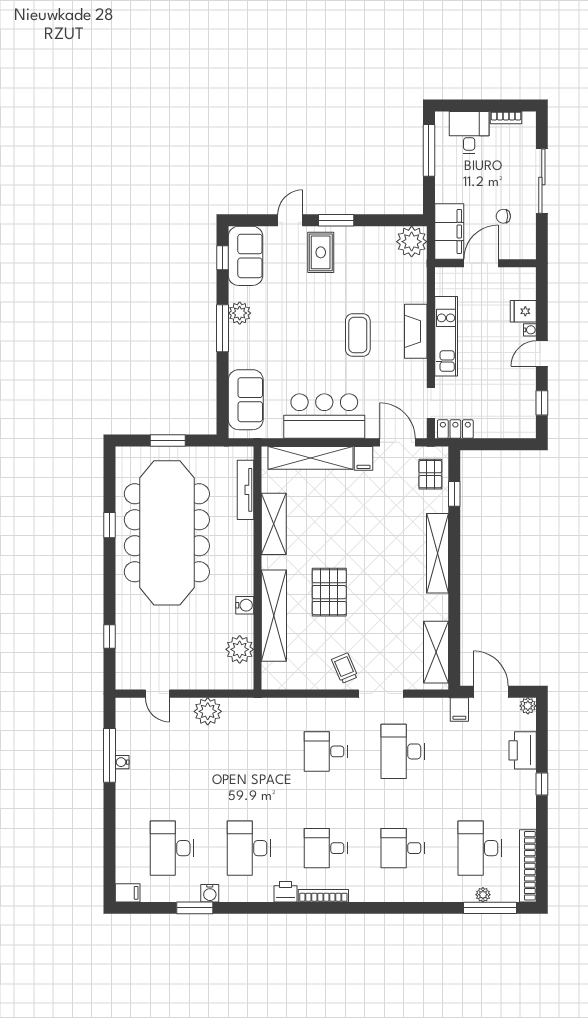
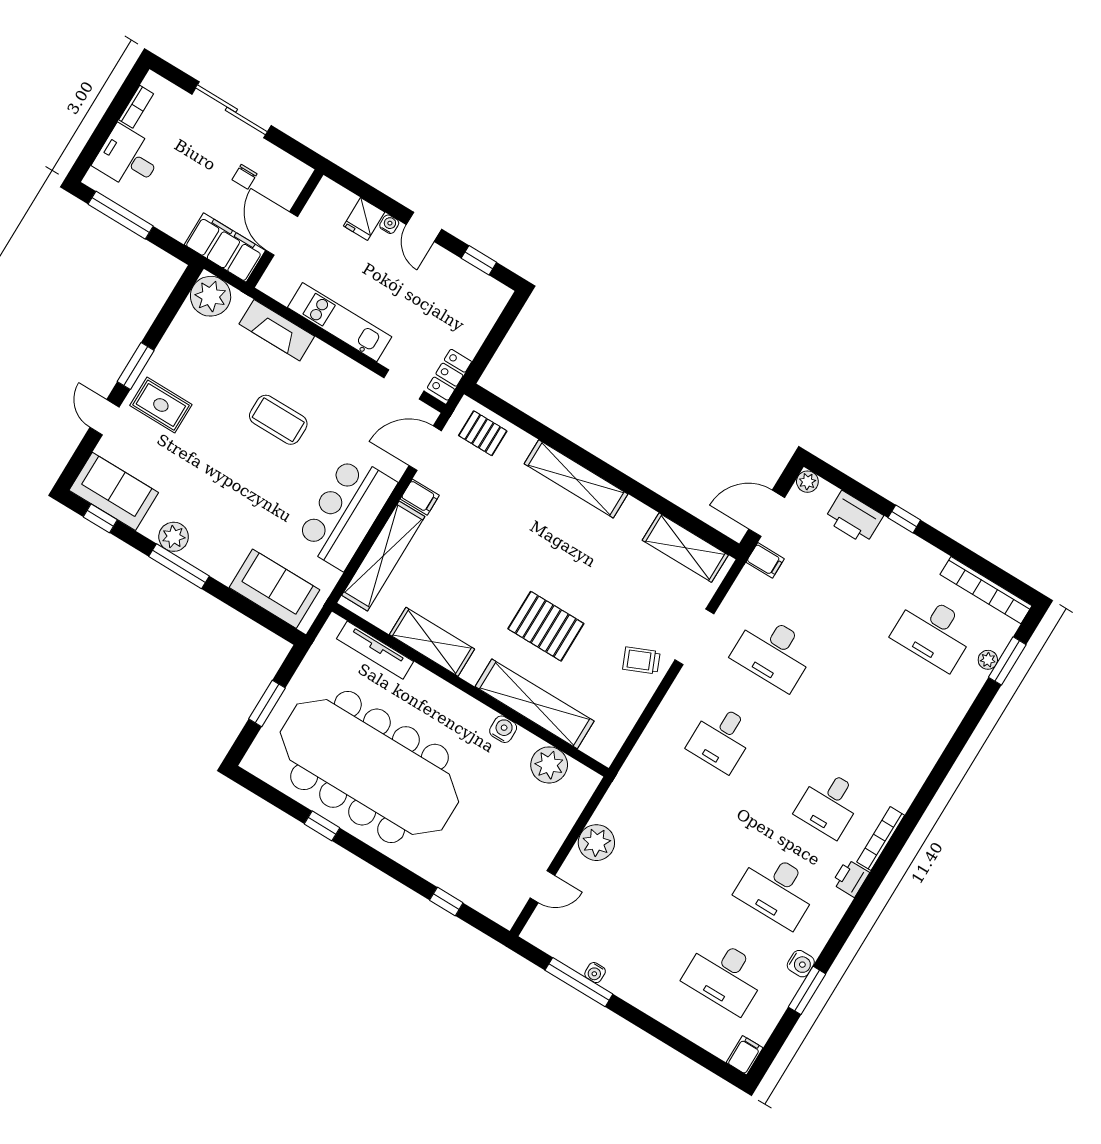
fireplace: (416, 331) -> (277, 330), moved
window: (454, 494) -> (521, 420), removed
desk: (403, 848) -> (881, 718), removed
window: (490, 908) -> (1007, 661), width x0.69

